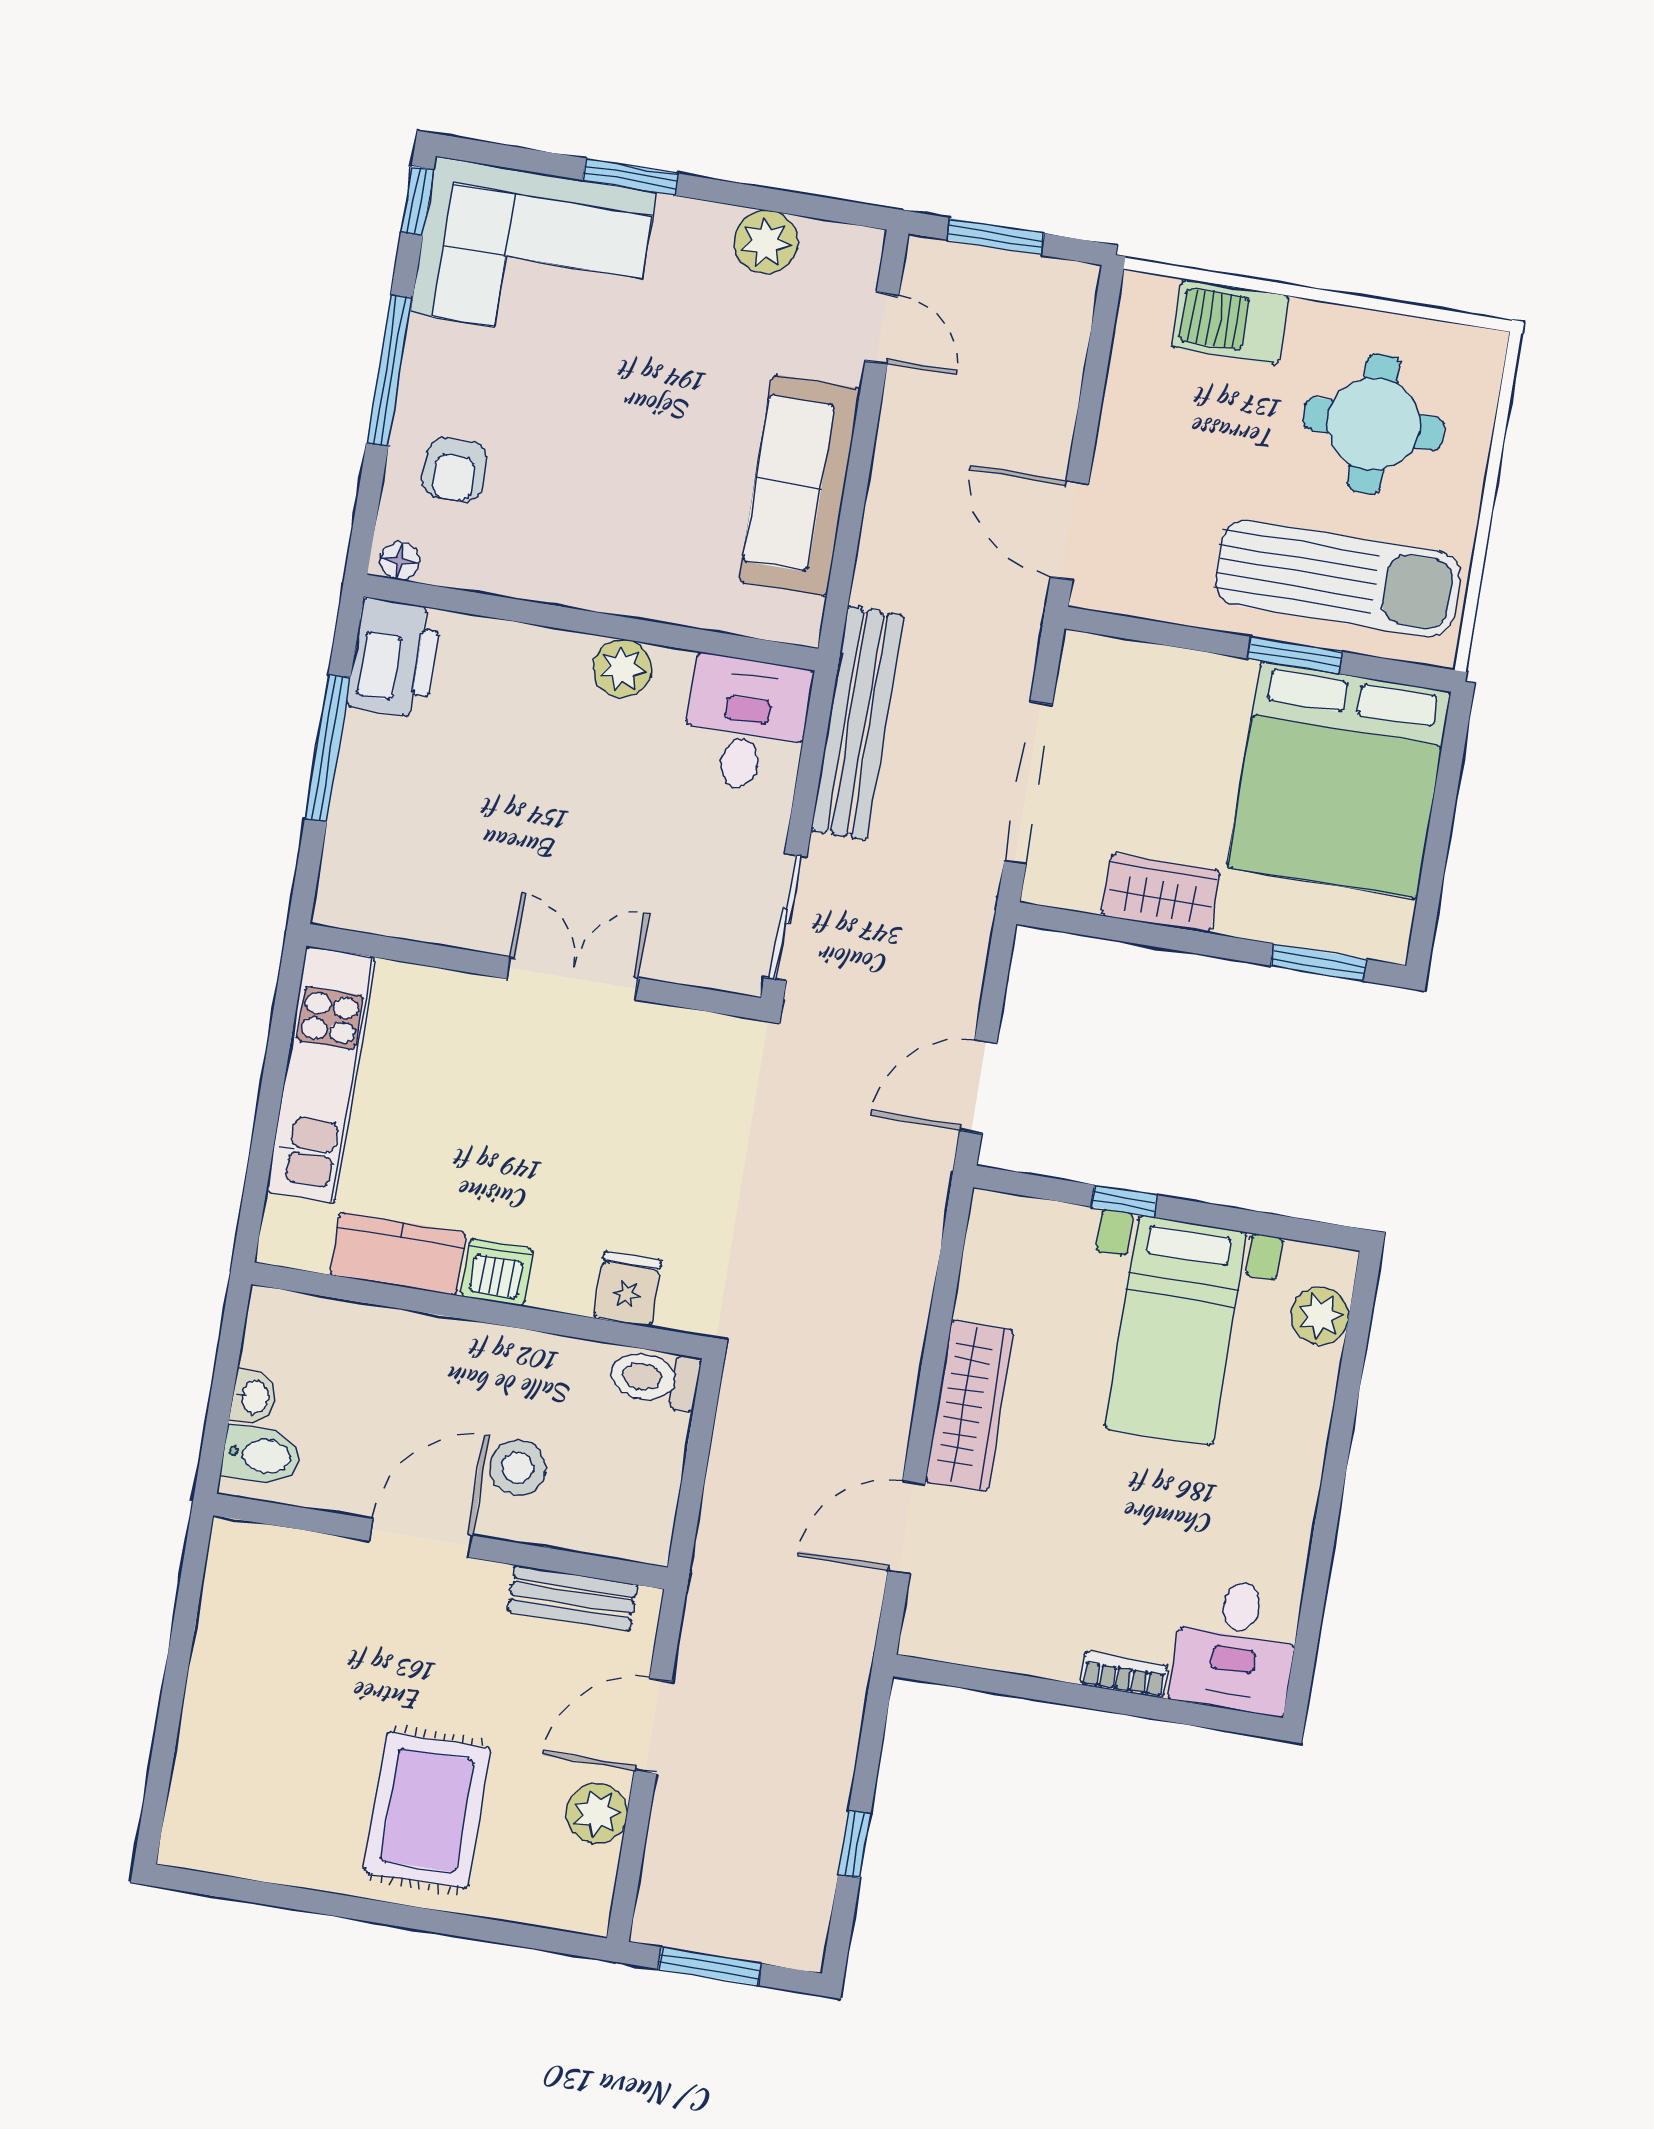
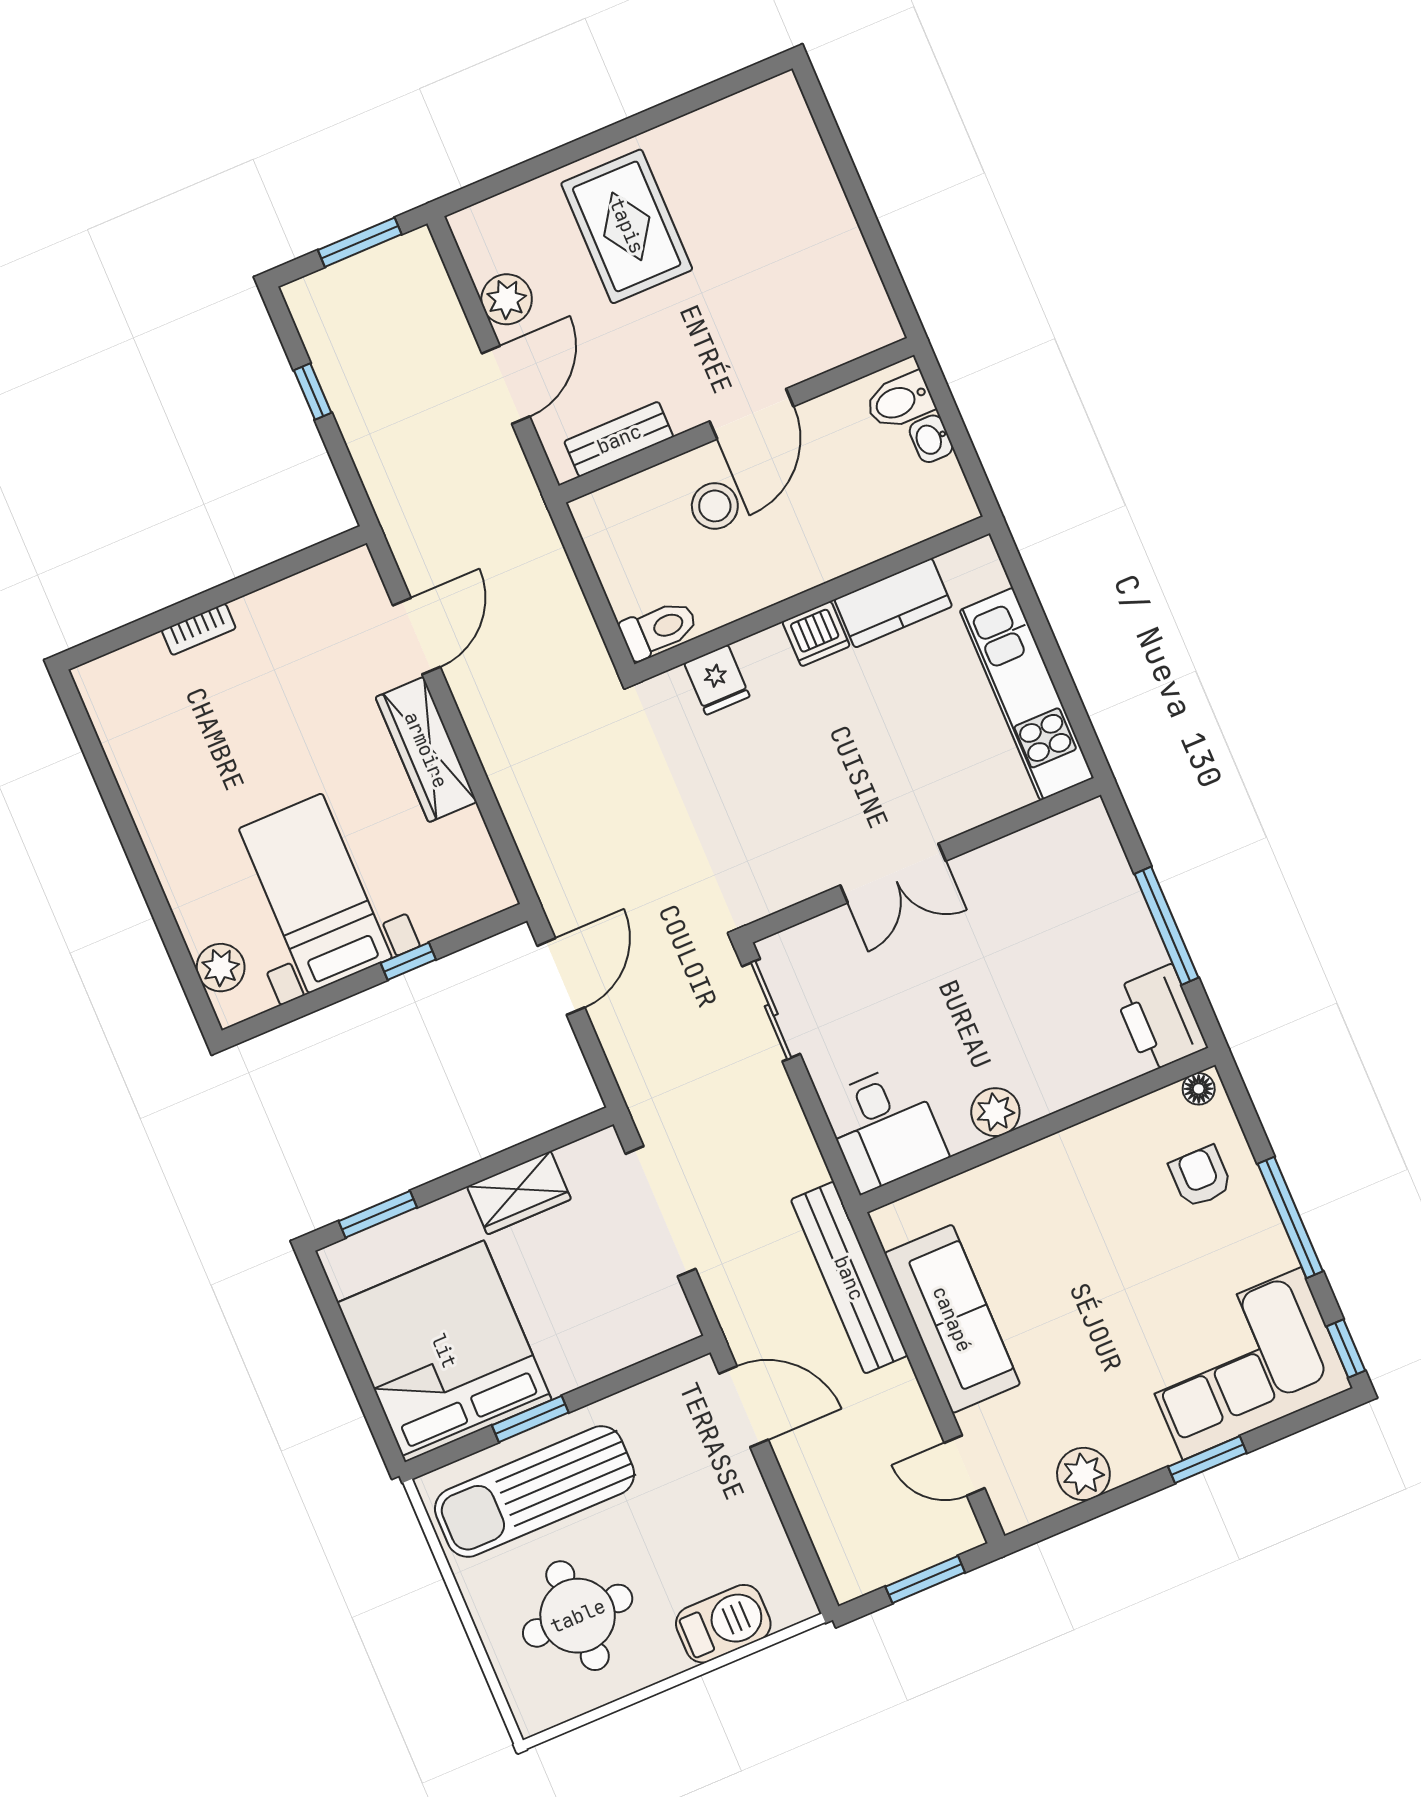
bench: (857, 723) -> (849, 1278), moved
desk: (1235, 1646) -> (134, 699), removed

